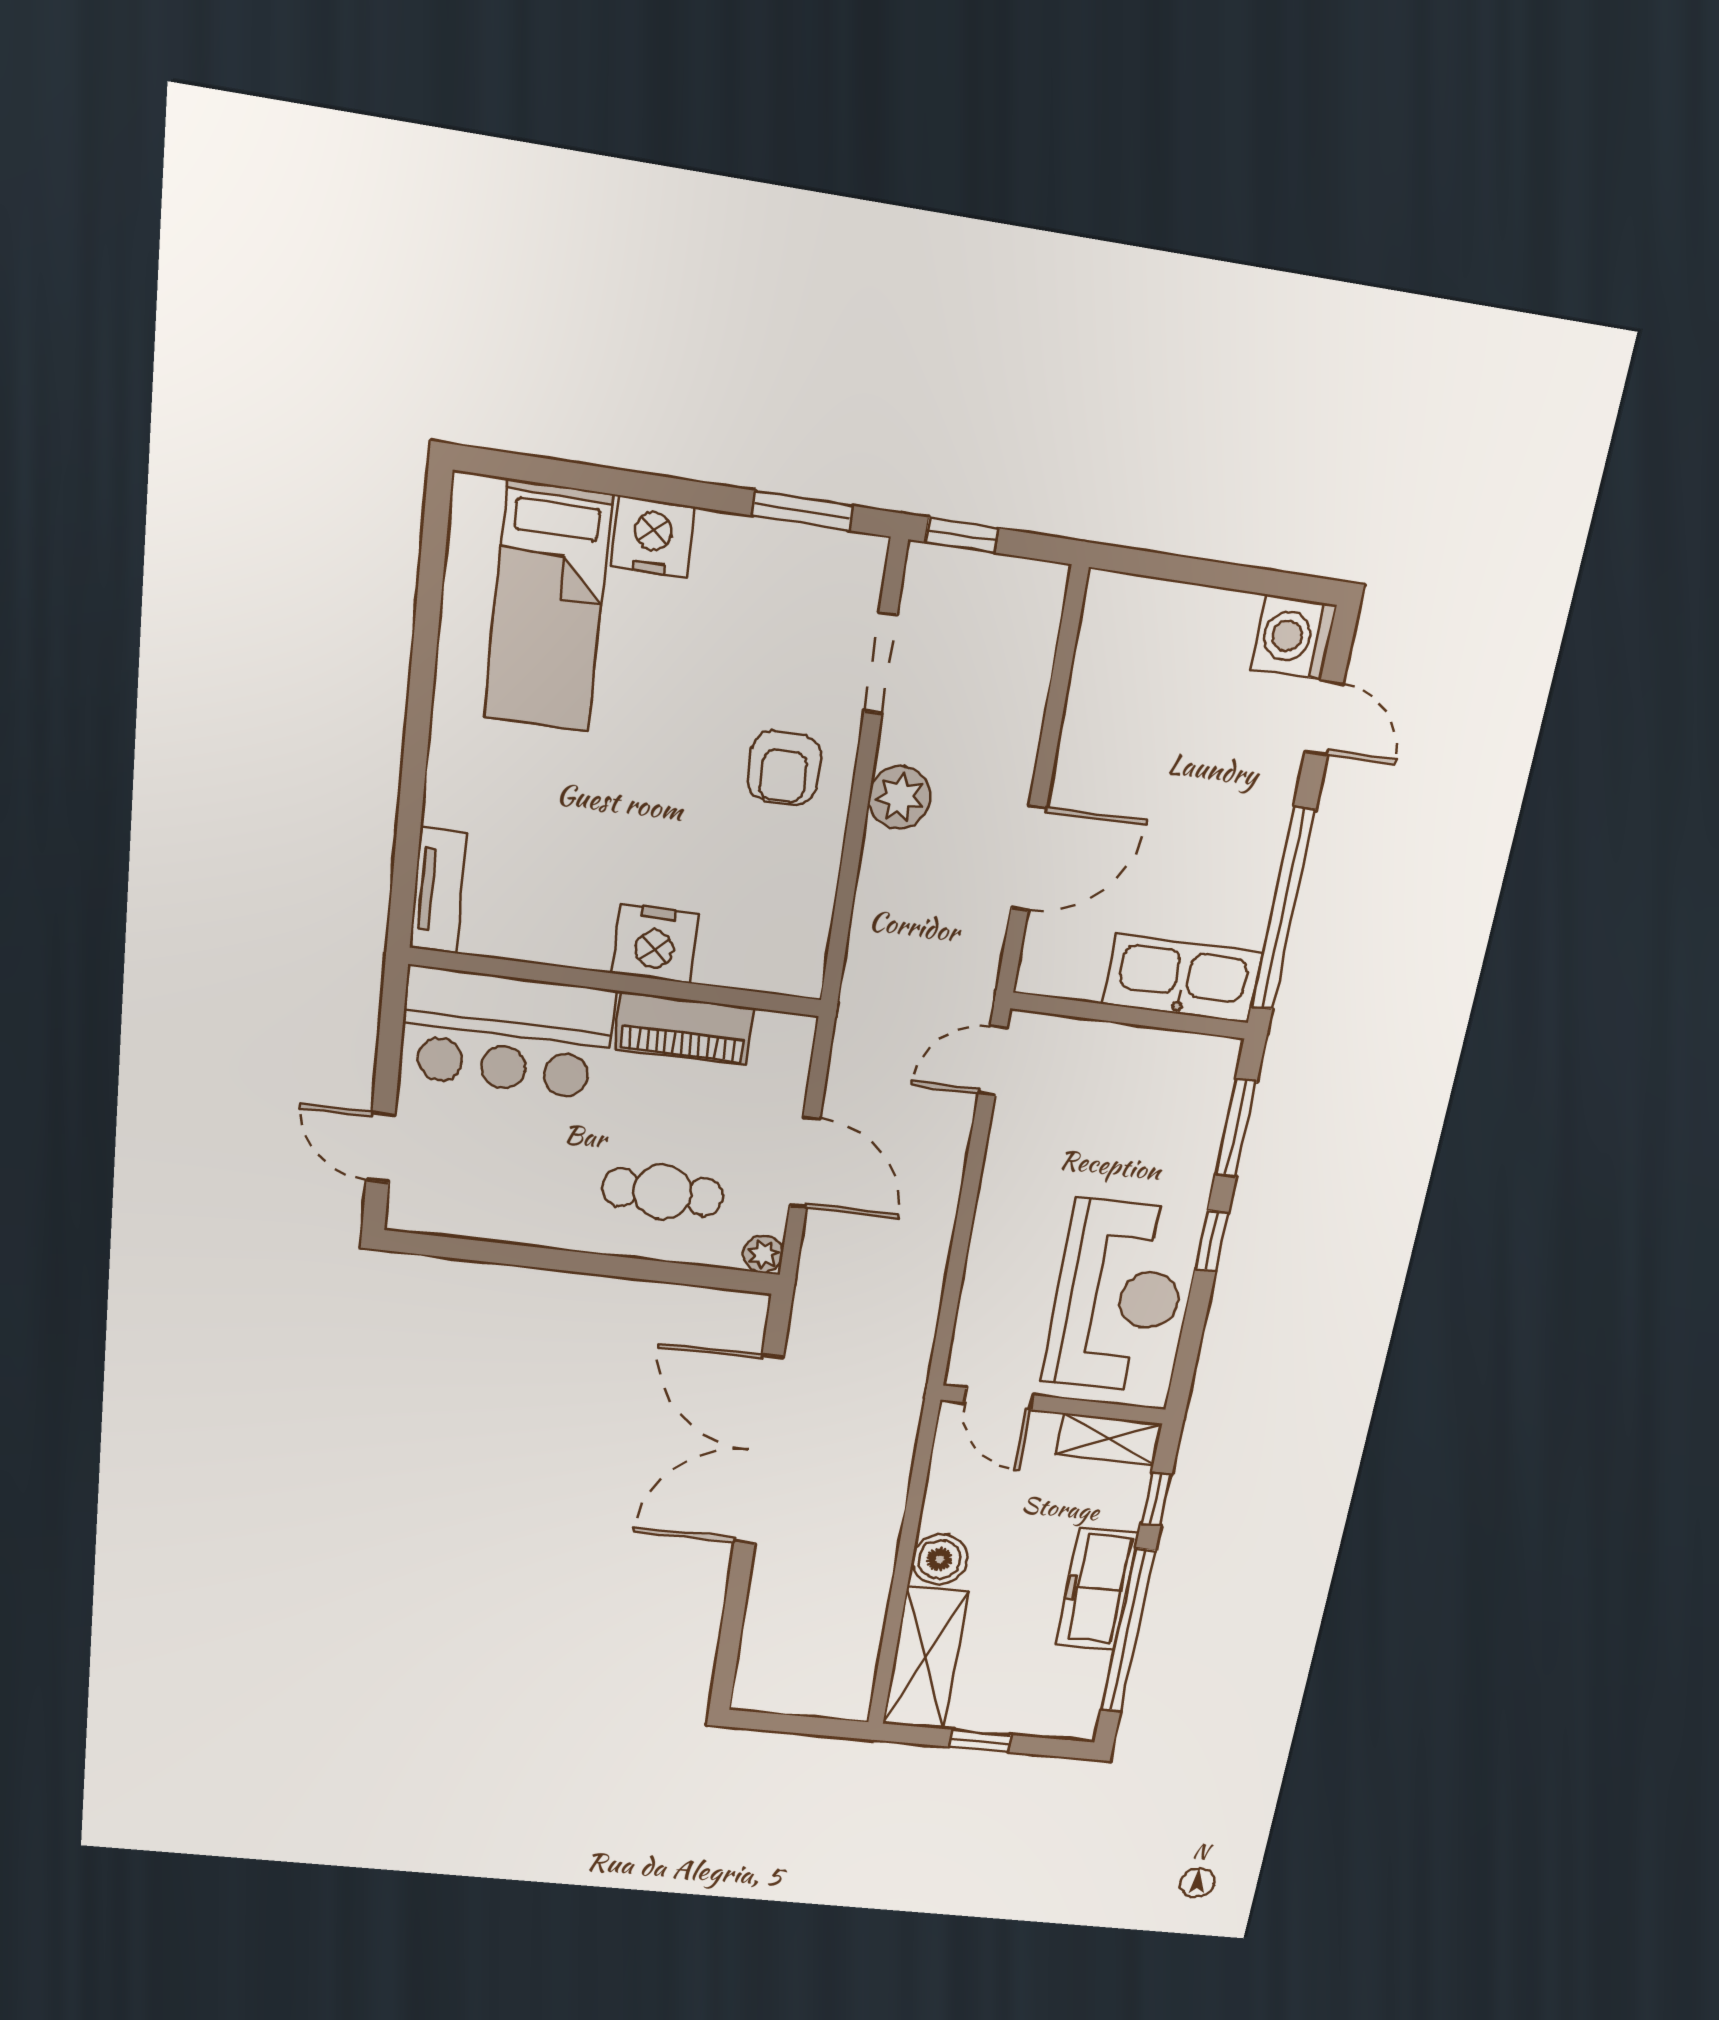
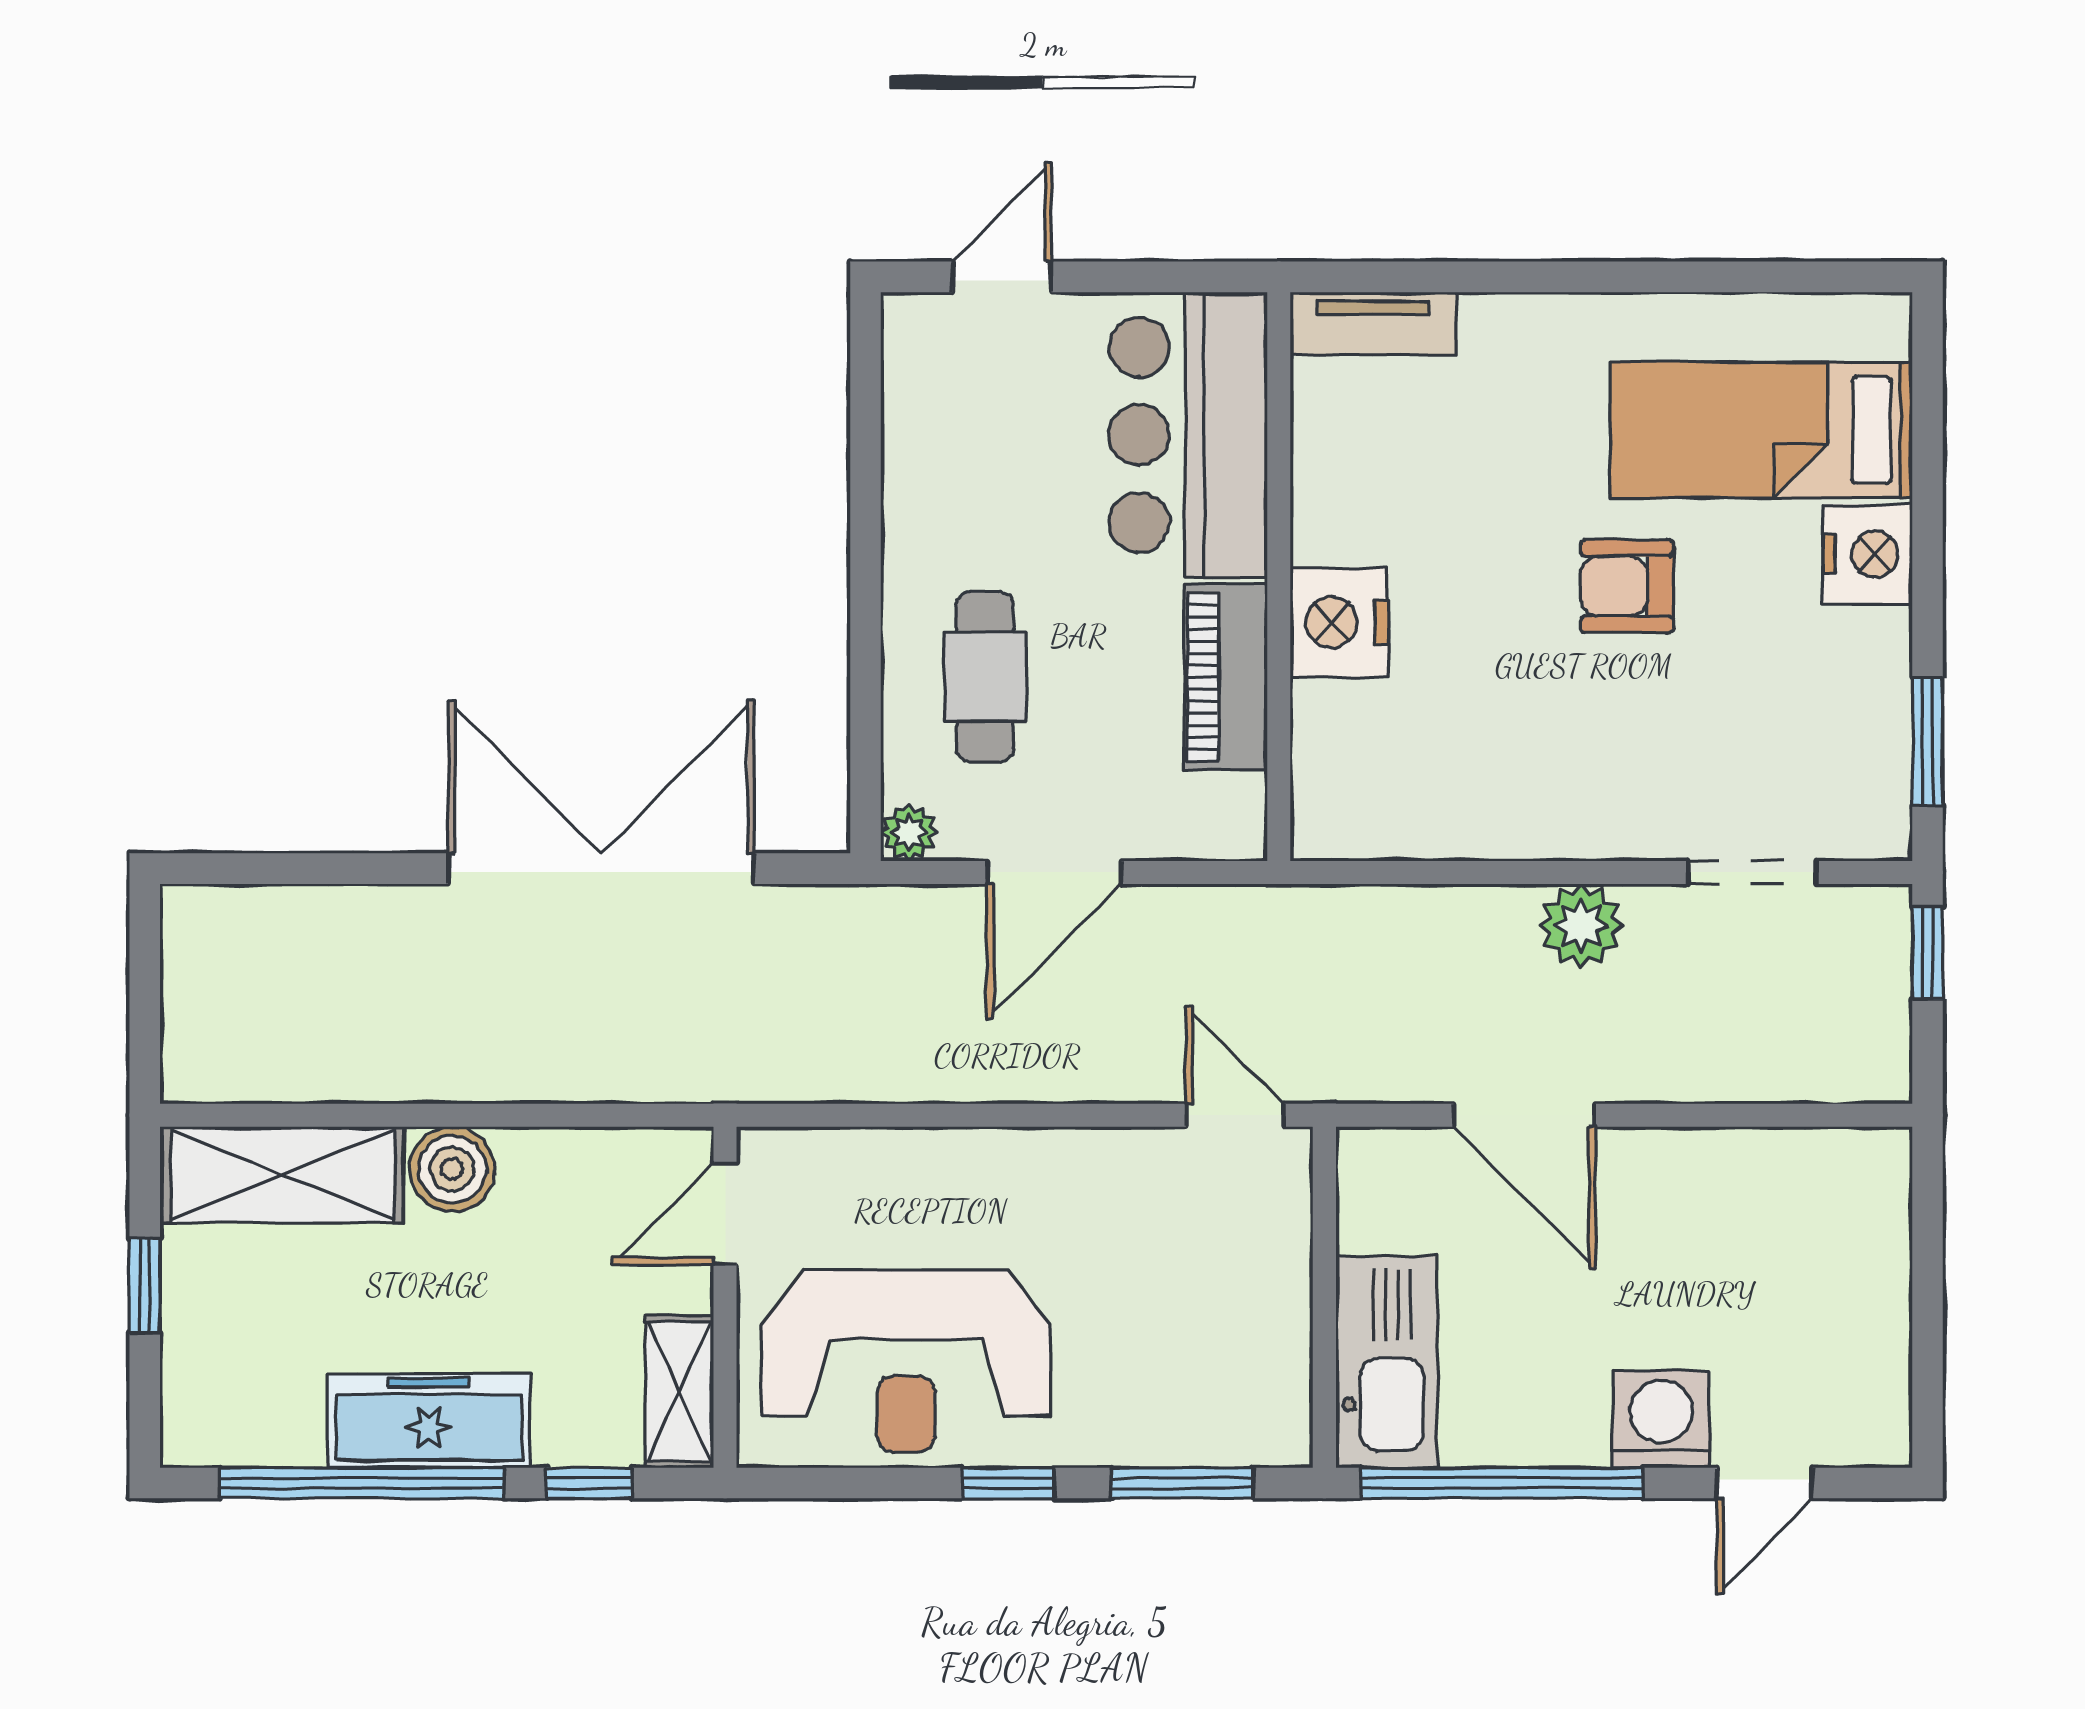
washing machine: (1294, 637) -> (1661, 1419), moved
armchair: (784, 767) -> (1627, 586), moved

